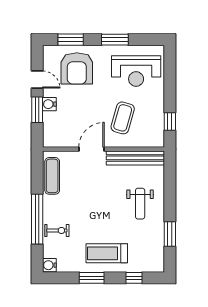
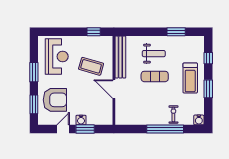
exercise mat: (52, 176) -> (155, 76), moved

